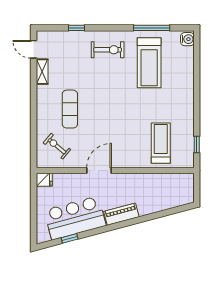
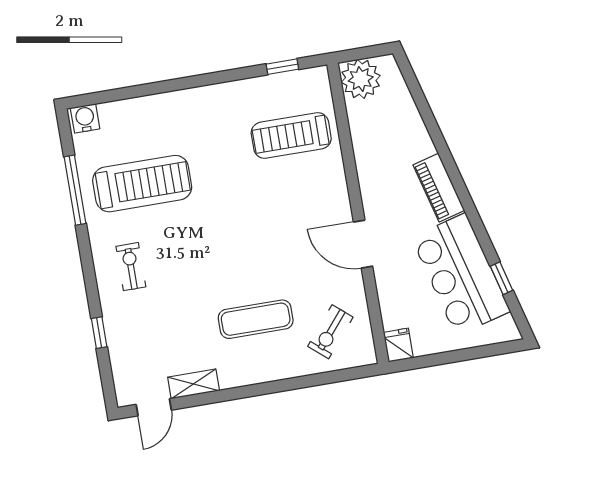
exercise bike: (108, 50) -> (131, 267), width x0.73, depth x0.72
plant: (184, 184) -> (361, 79), added

